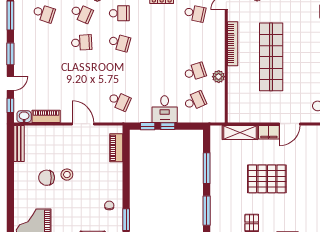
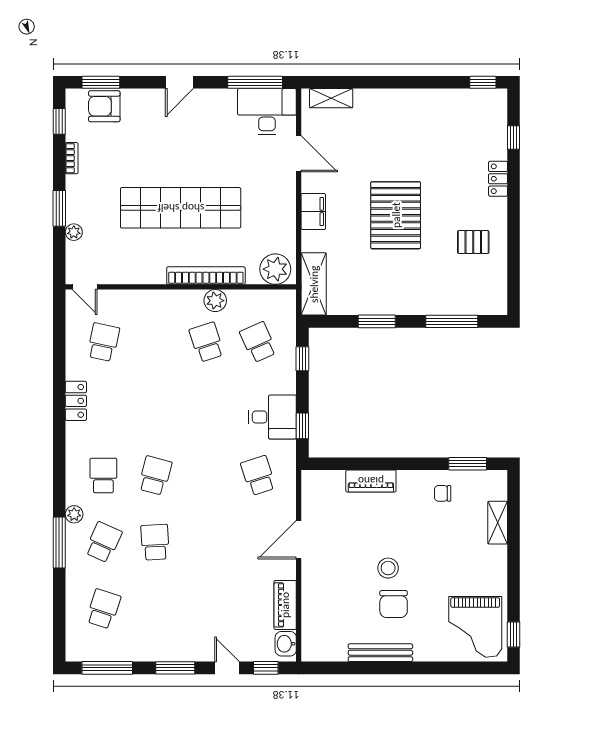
bookcase: (233, 44) -> (206, 276), moved
school desk: (119, 101) -> (258, 476), turned -42
desk: (165, 109) -> (272, 417), moved
plant: (236, 111) -> (275, 269), added
door: (290, 124) -> (299, 154), moved
window: (168, 126) -> (302, 359), moved
shelving: (240, 132) -> (314, 284), moved
bench: (19, 144) -> (380, 653), moved
piano: (116, 148) -> (371, 481), moved
window: (207, 168) -> (377, 321), width x0.69

